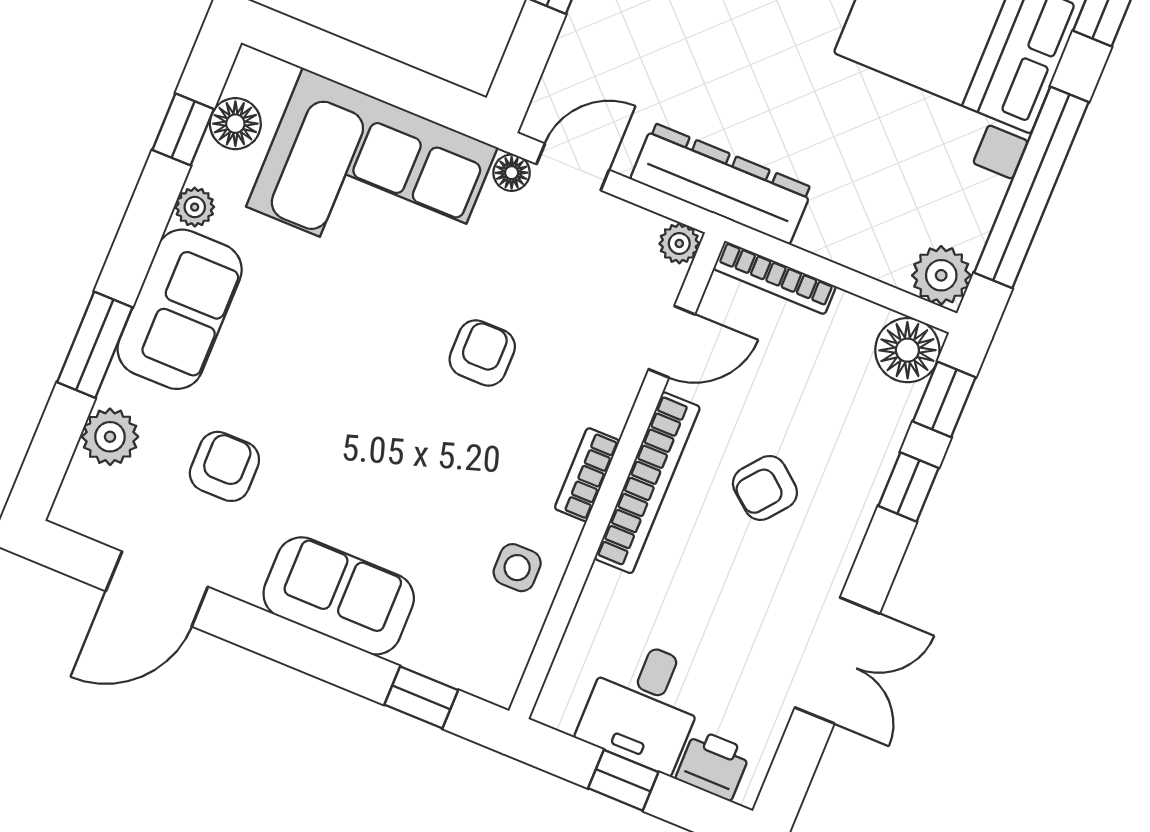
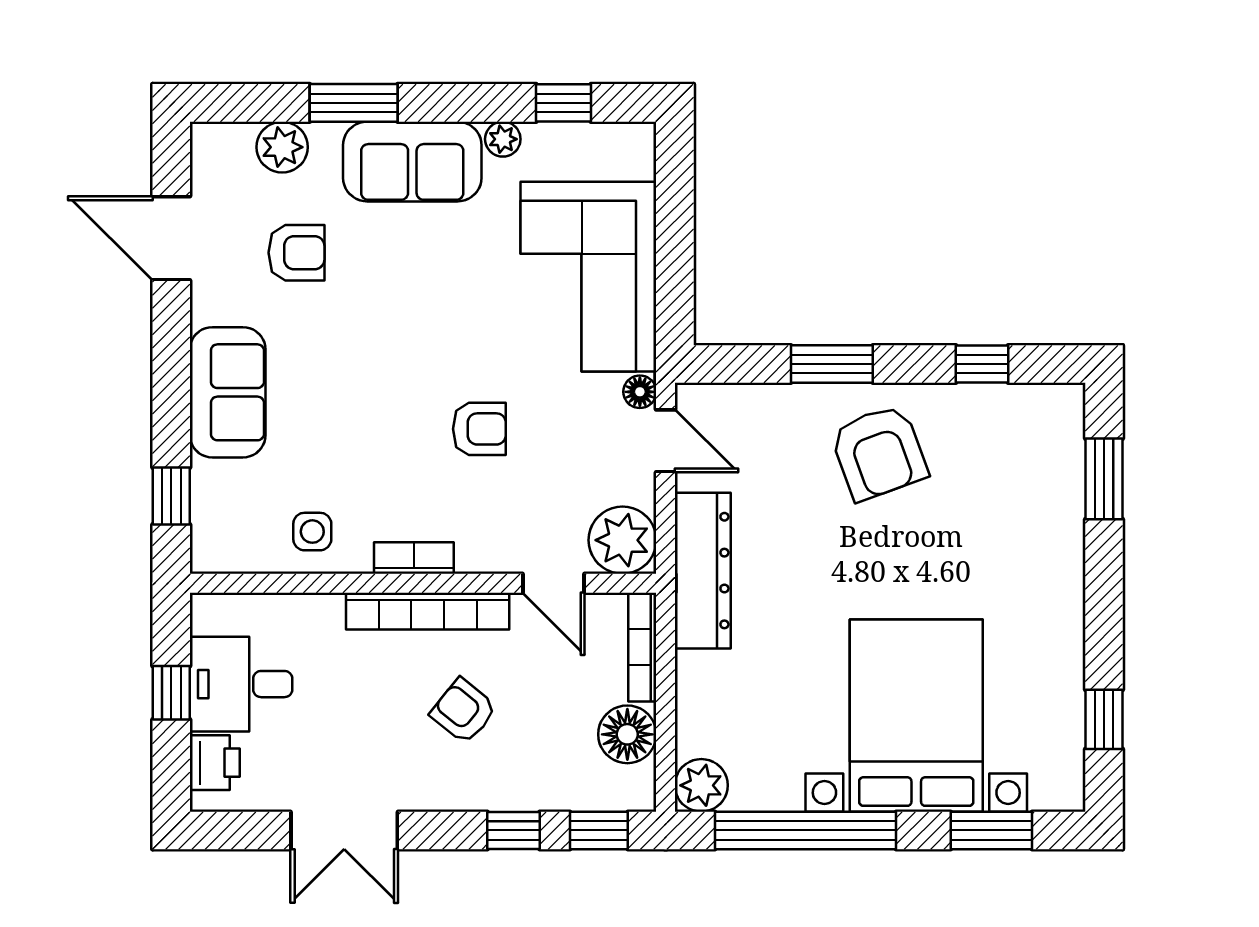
floor lamp: (235, 124) -> (586, 145), removed
plant: (679, 243) -> (622, 540), width x1.87, depth x1.87
floor lamp: (907, 350) -> (627, 734), moved

